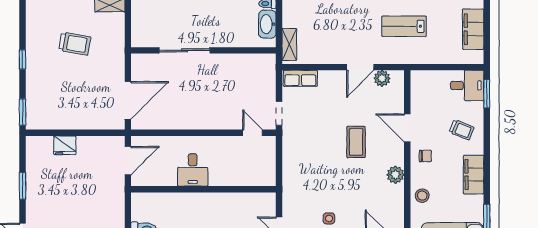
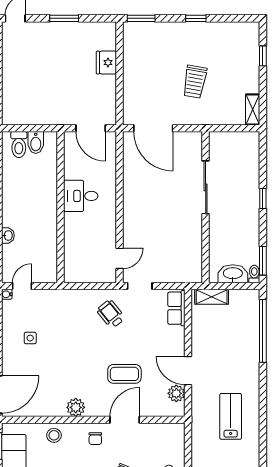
trolley: (75, 44) -> (195, 82), moved
wheelchair: (306, 141) -> (111, 314), added
coffee table: (356, 142) -> (124, 374), moved
bidet: (142, 213) -> (36, 143), added

